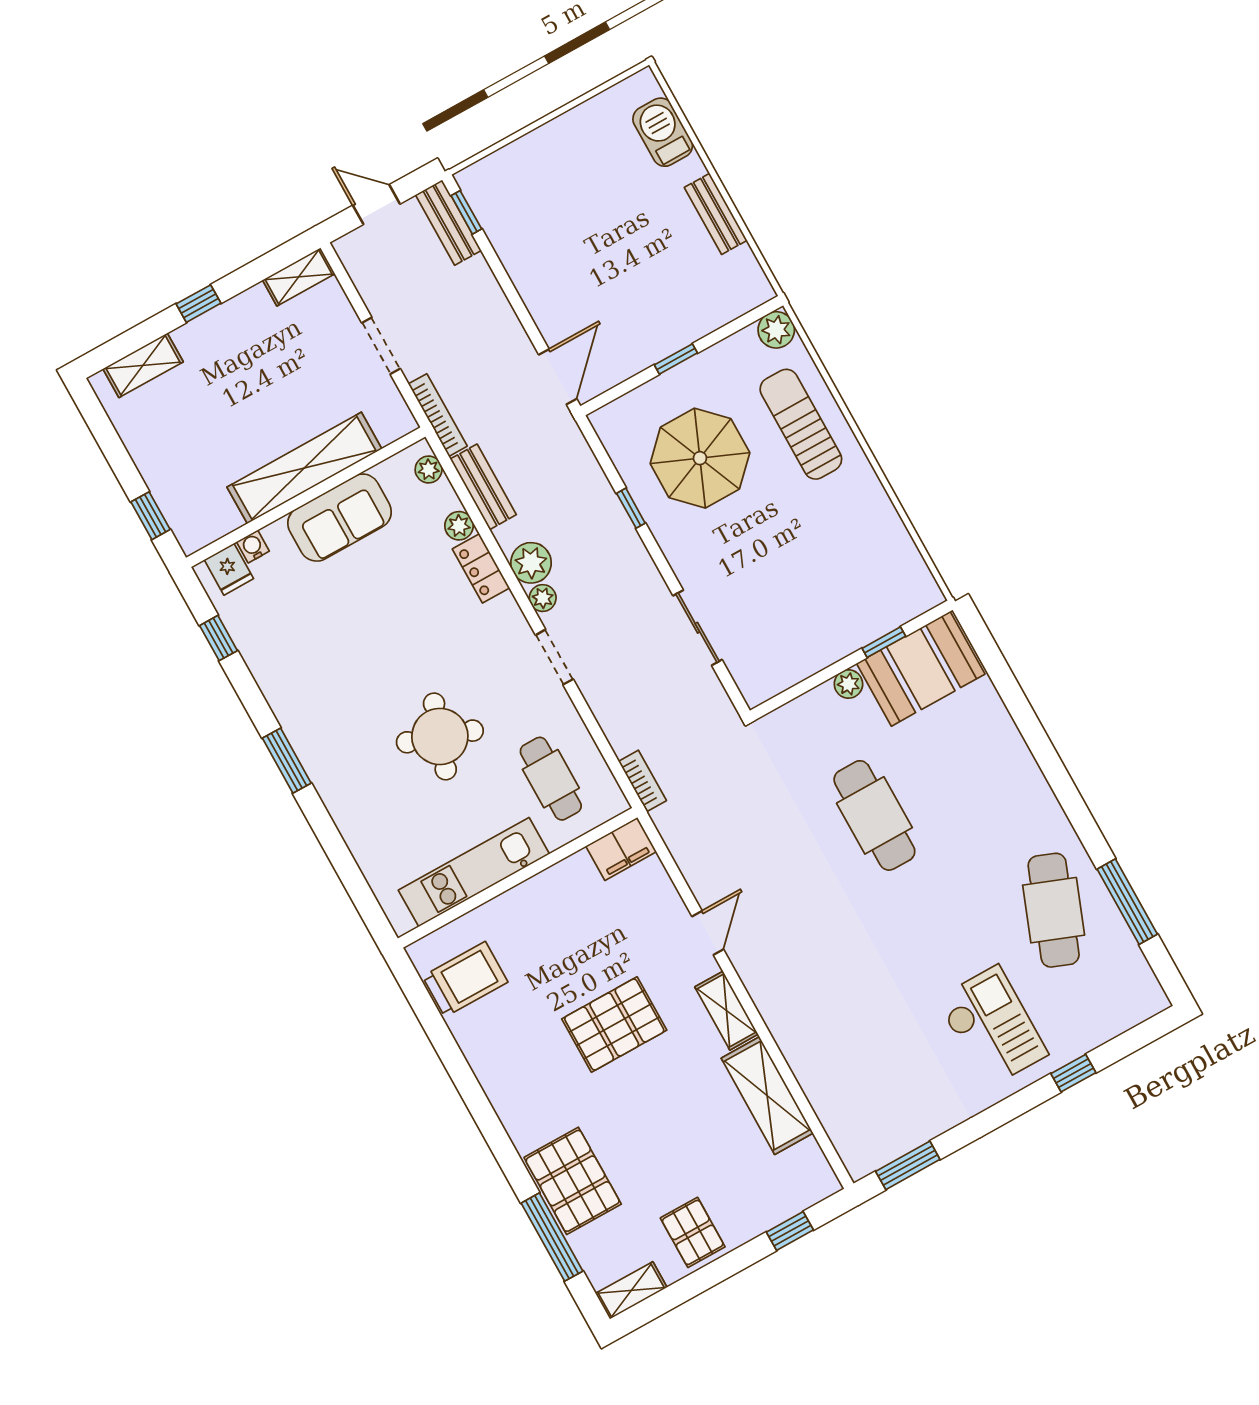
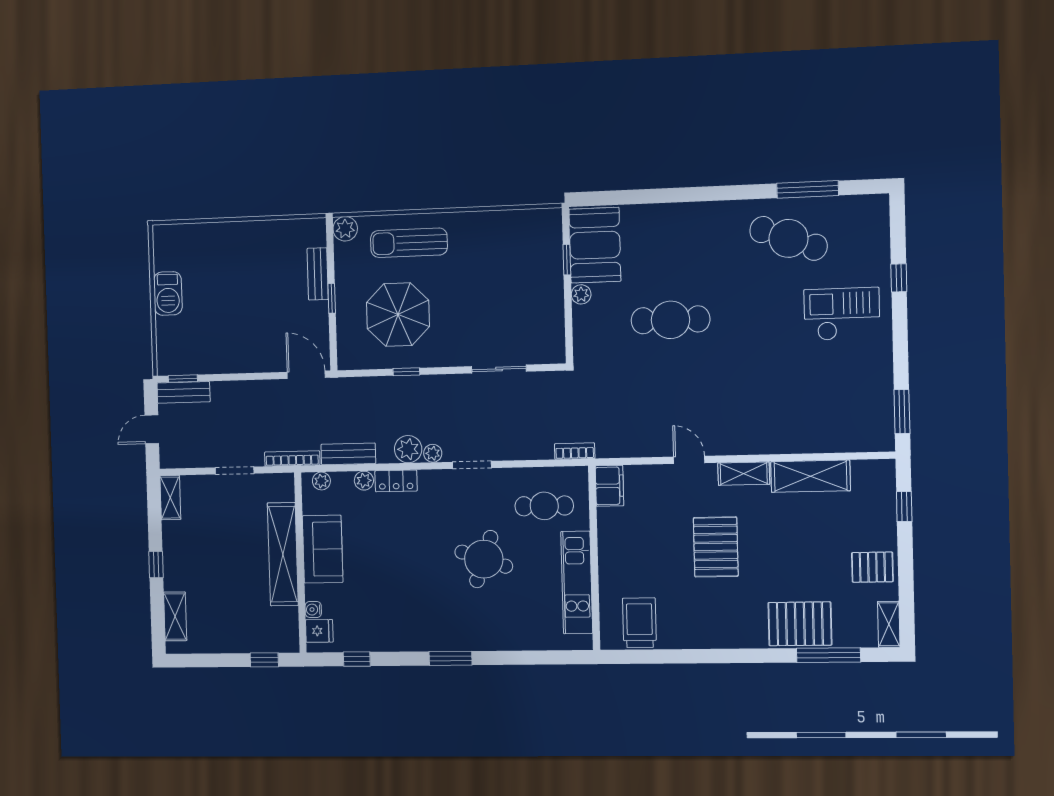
barbecue: (663, 132) -> (168, 293), moved, turned -90
bench: (716, 214) -> (318, 274), moved, turned 90

